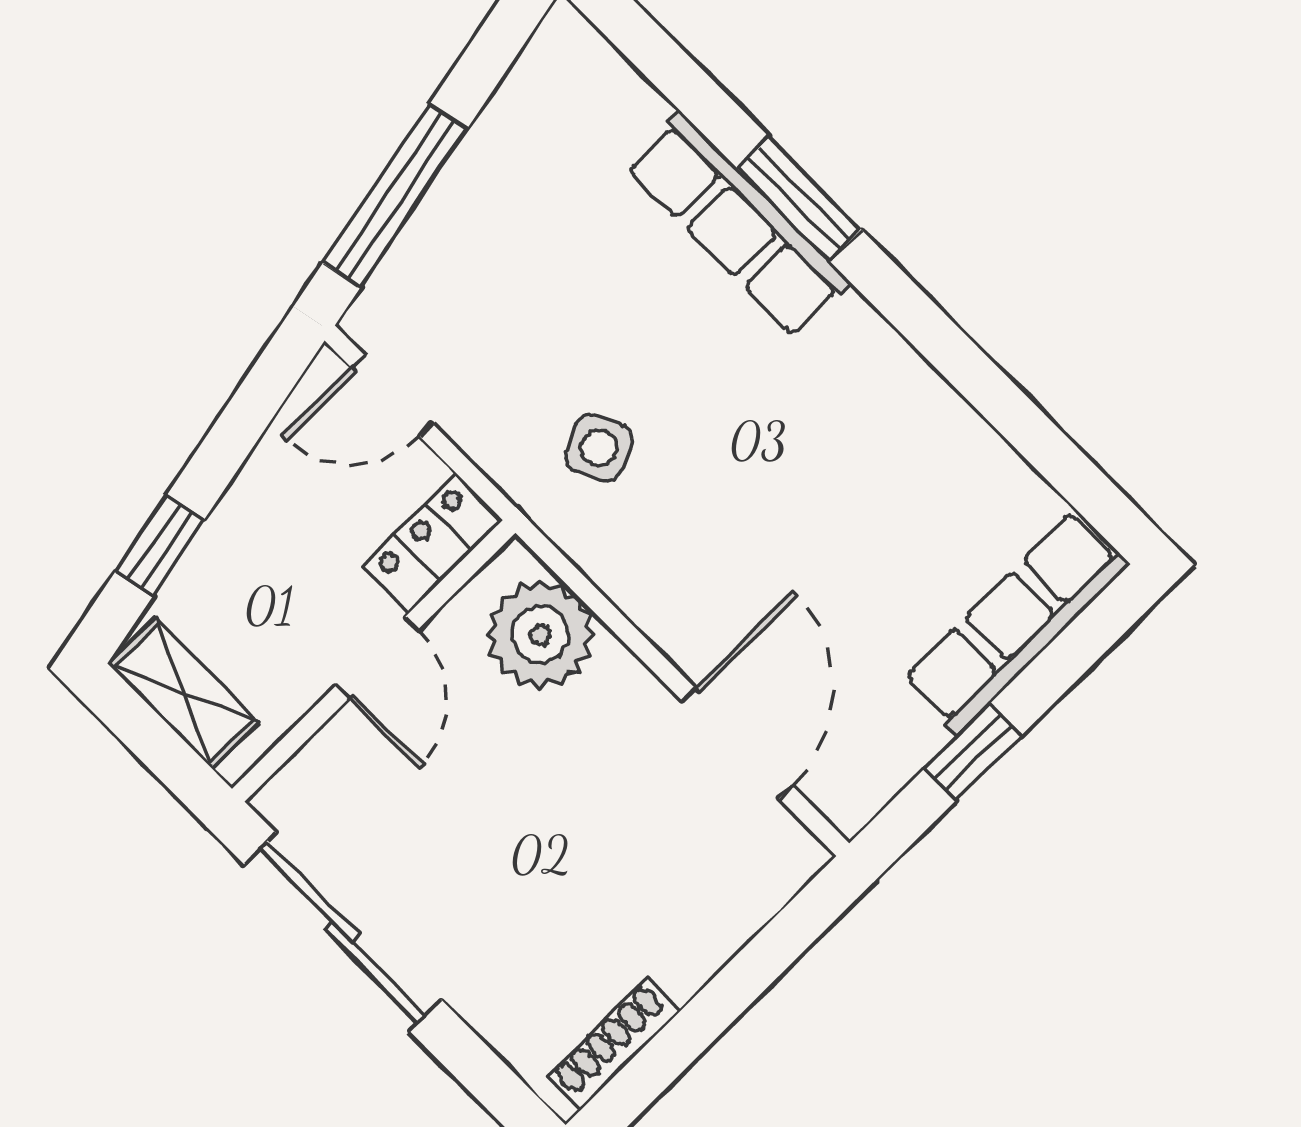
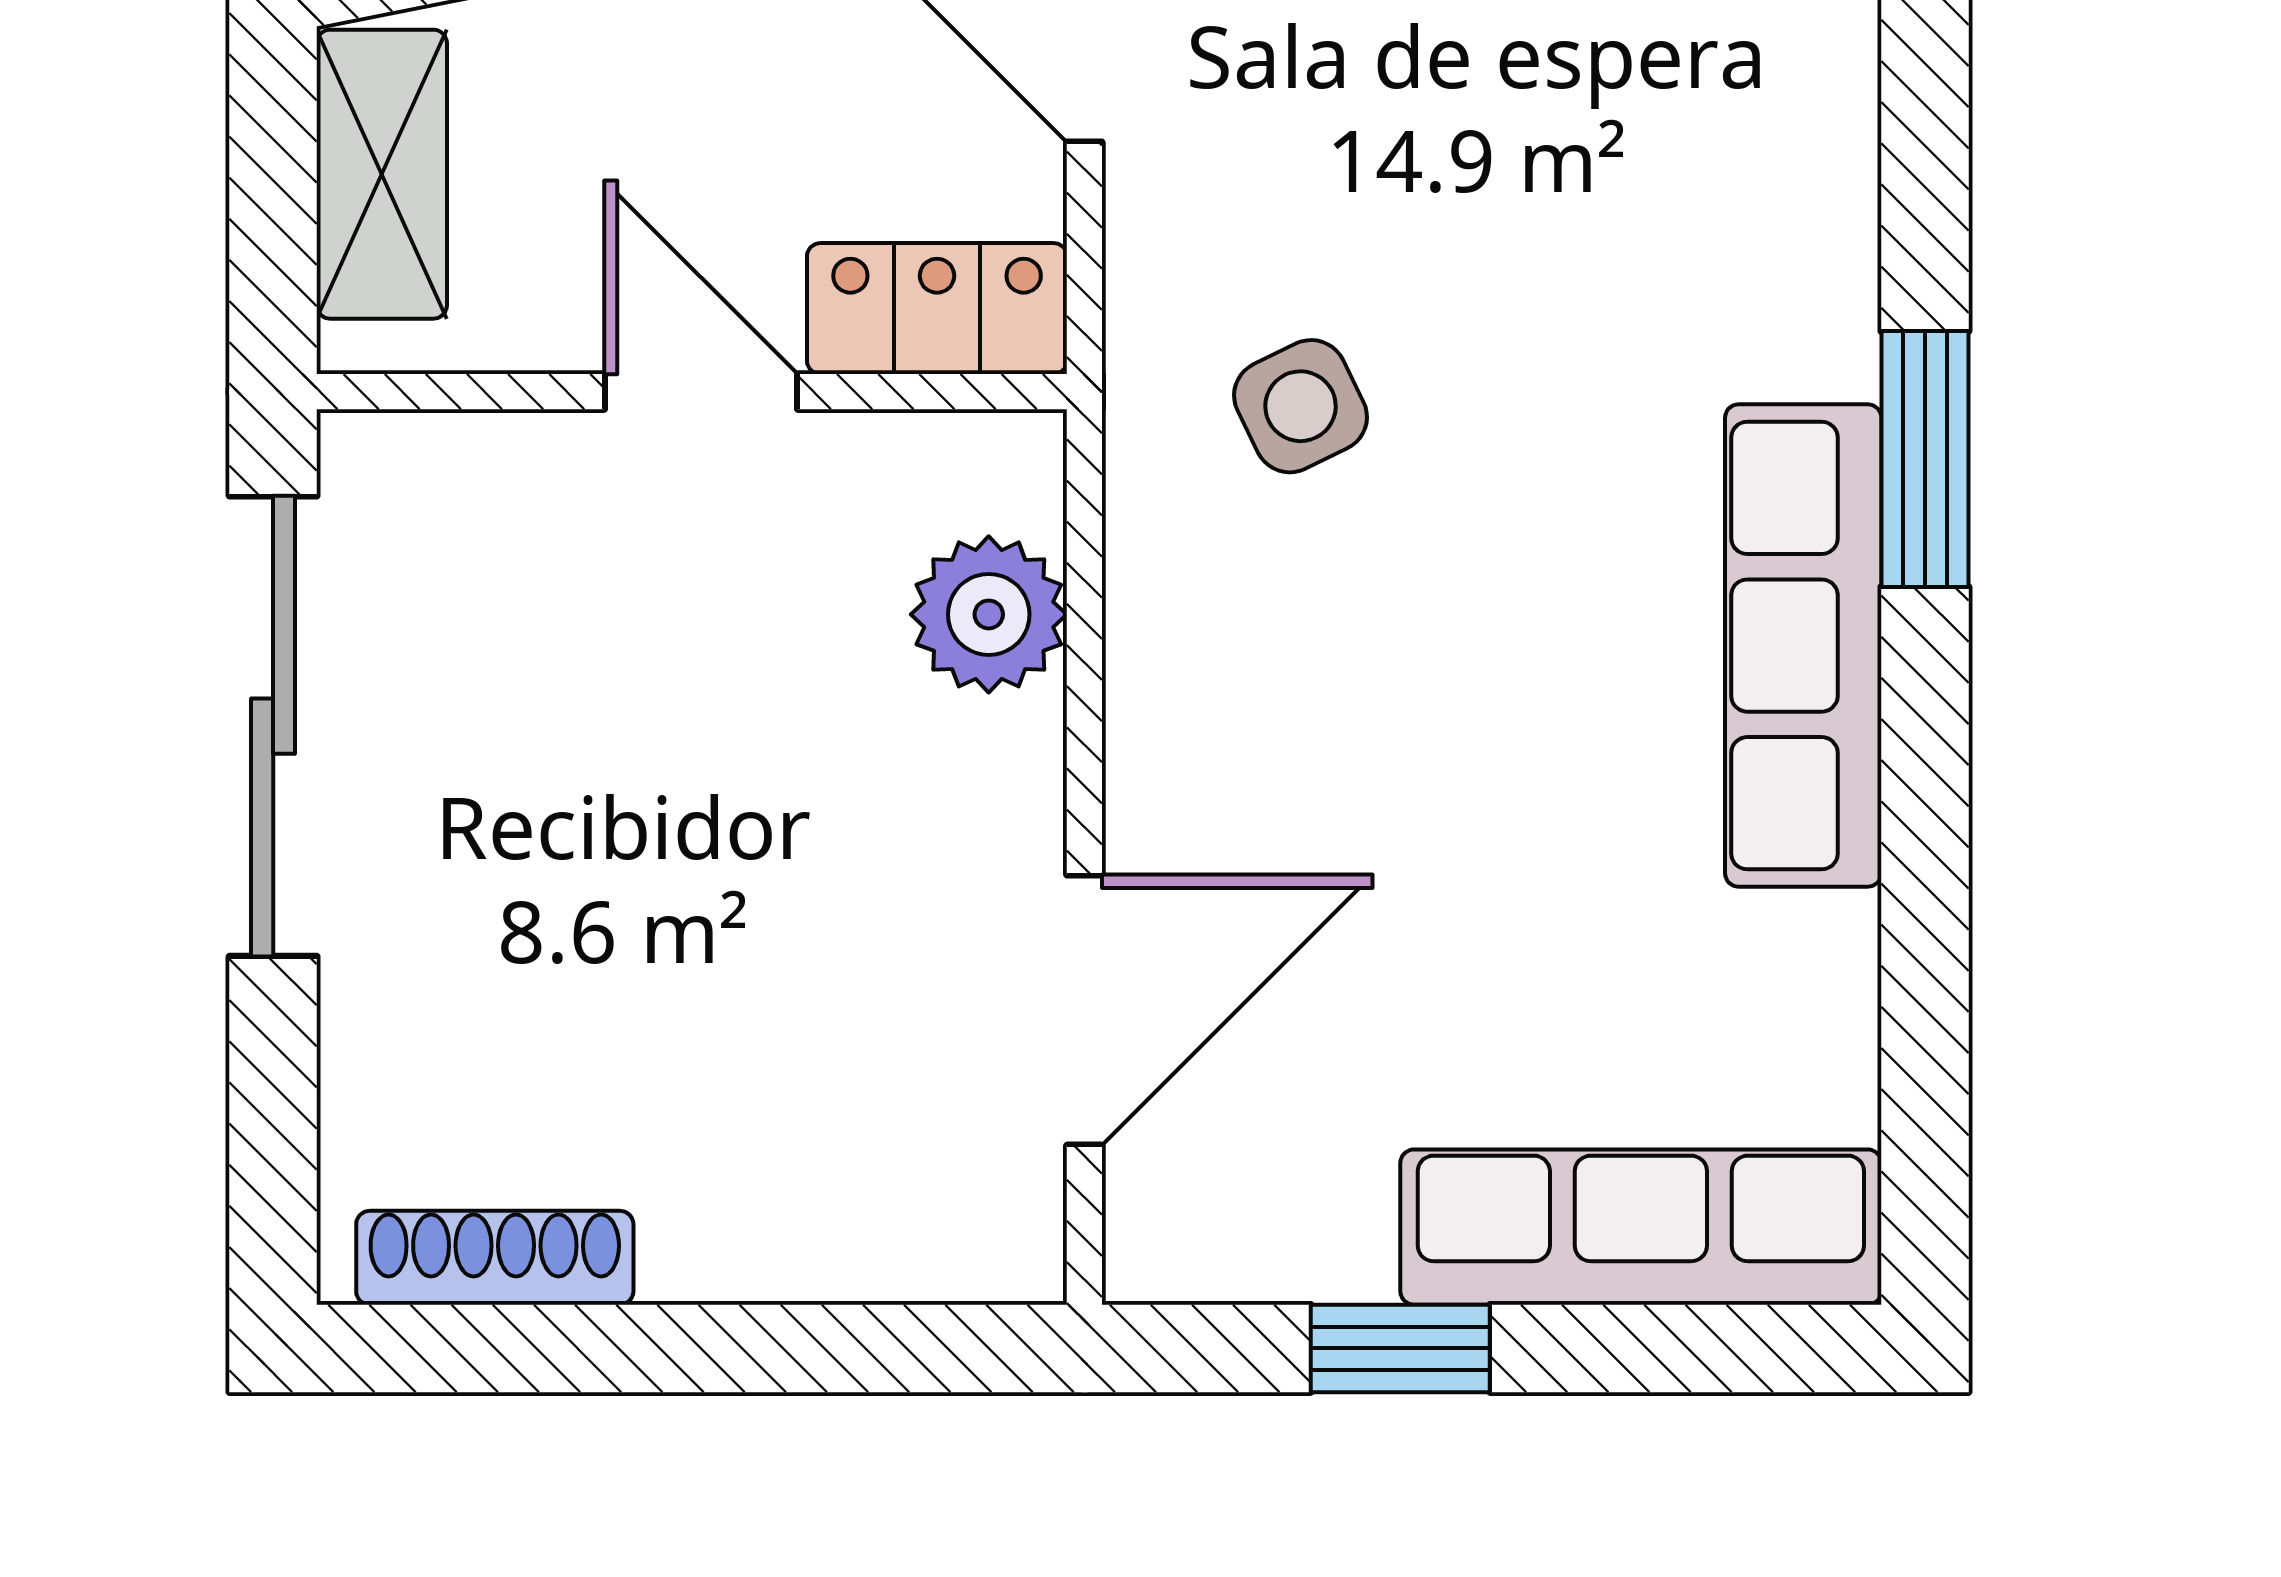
window: (800, 199) -> (1925, 459), moved
row of seats: (738, 225) -> (1803, 646), moved
plant: (540, 635) -> (989, 614), width x0.73, depth x0.73
door: (377, 658) -> (701, 392), swing flipped

